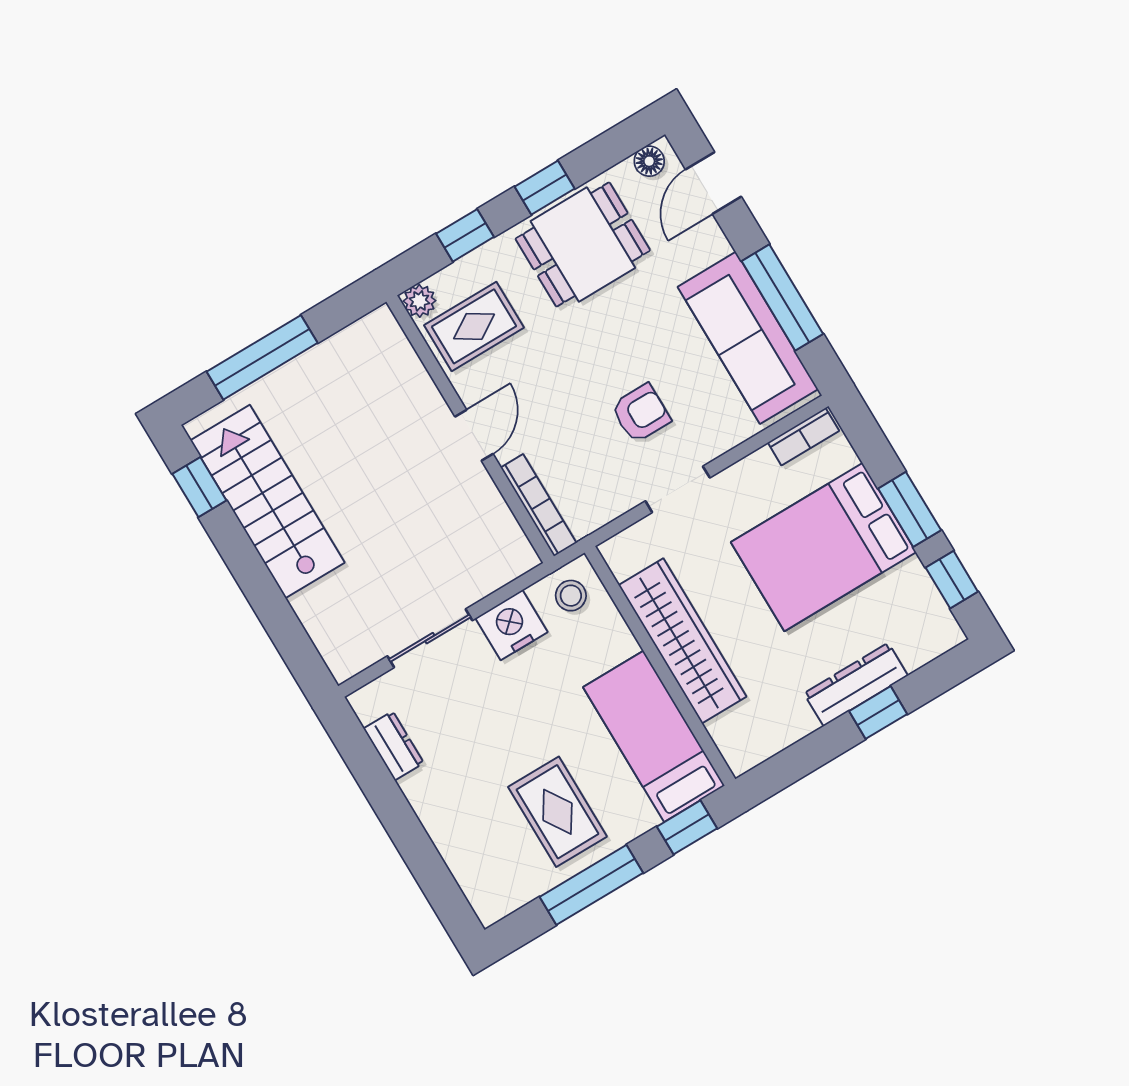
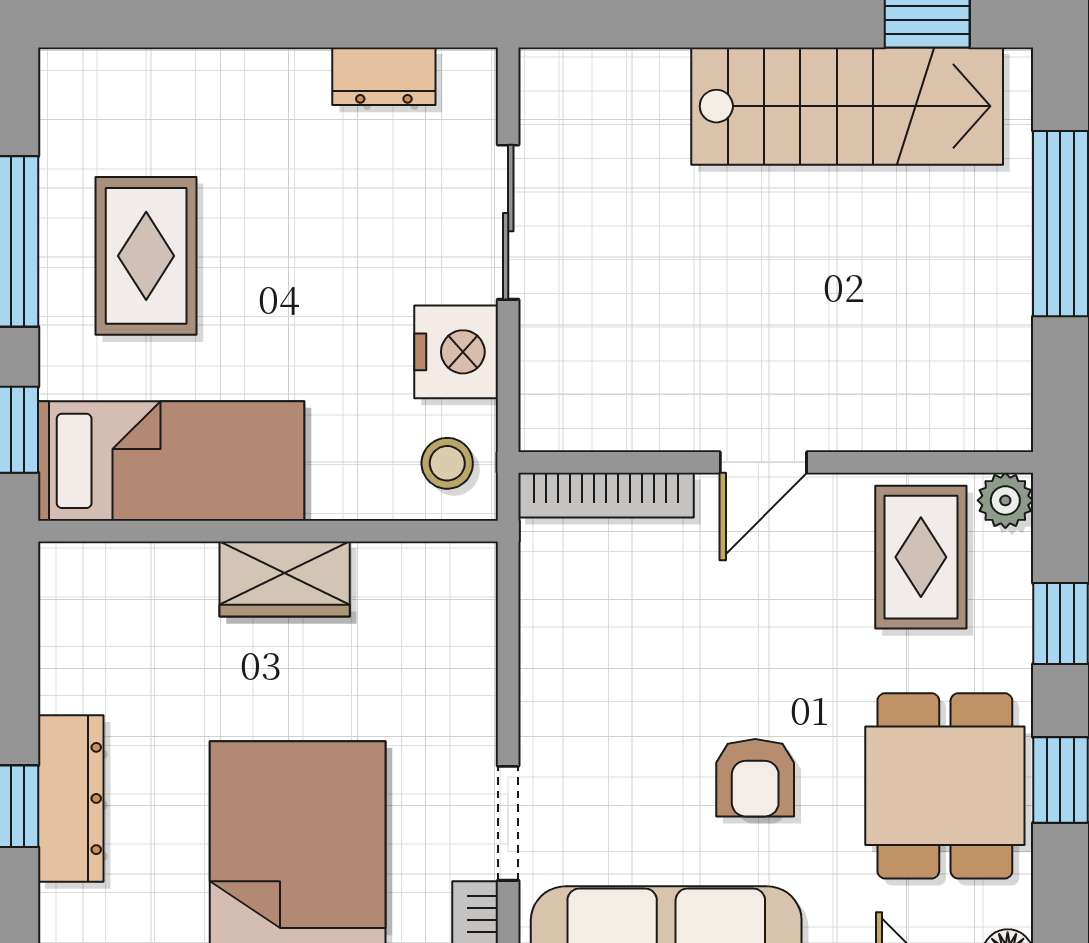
armchair: (641, 413) -> (755, 778), moved
door: (474, 435) -> (763, 462), hinge flipped
doorway: (678, 489) -> (508, 823), moved
wardrobe: (683, 641) -> (285, 579), width x0.48, depth x0.85
rug: (557, 812) -> (146, 256), turned 90

